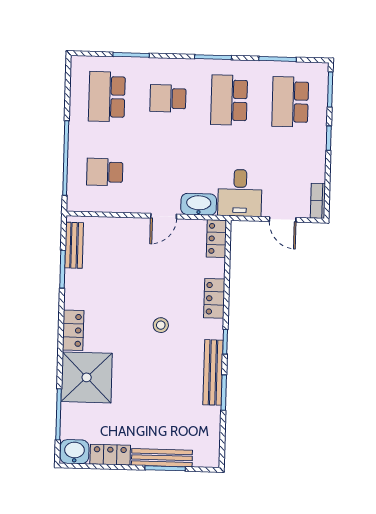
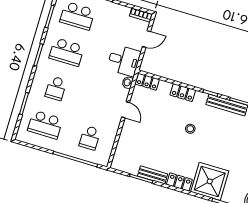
washbasin: (199, 204) -> (127, 82), width x0.52, depth x0.69
bench: (74, 245) -> (153, 175), moved

